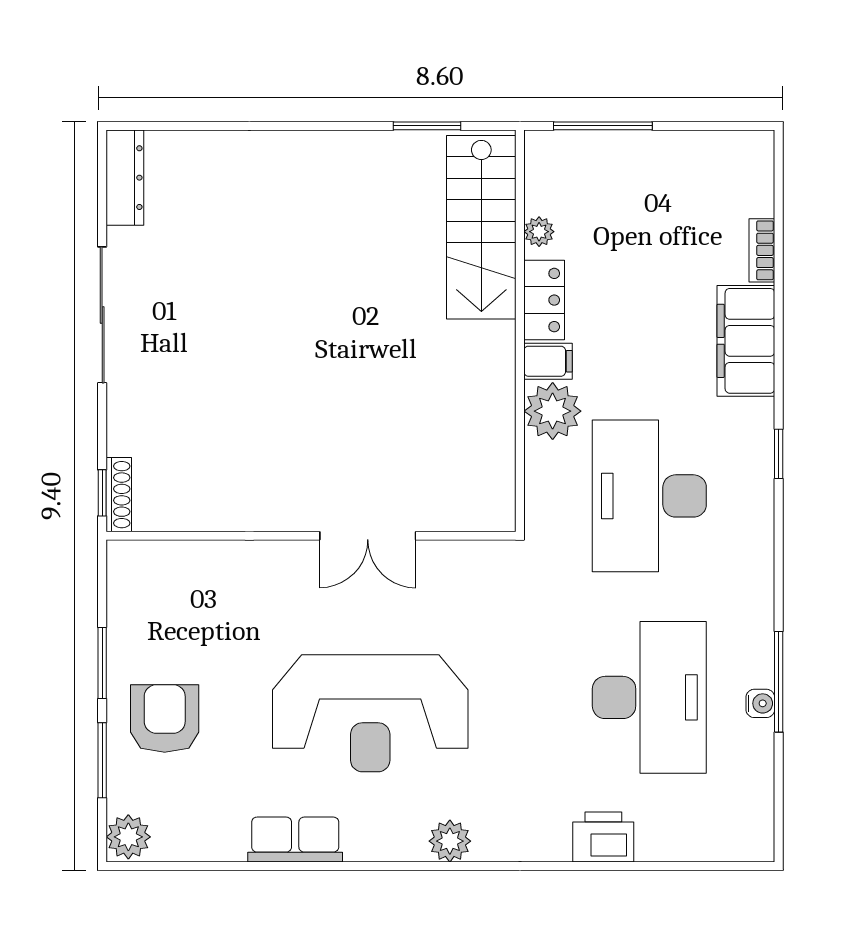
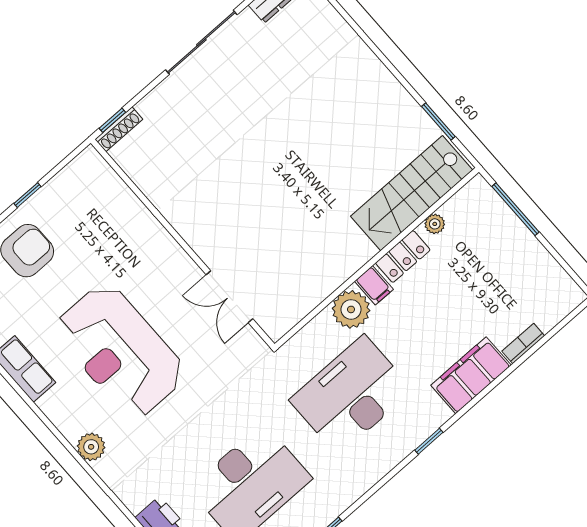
double door: (368, 536) -> (229, 297), moved
window: (102, 663) -> (27, 195), width x0.67

